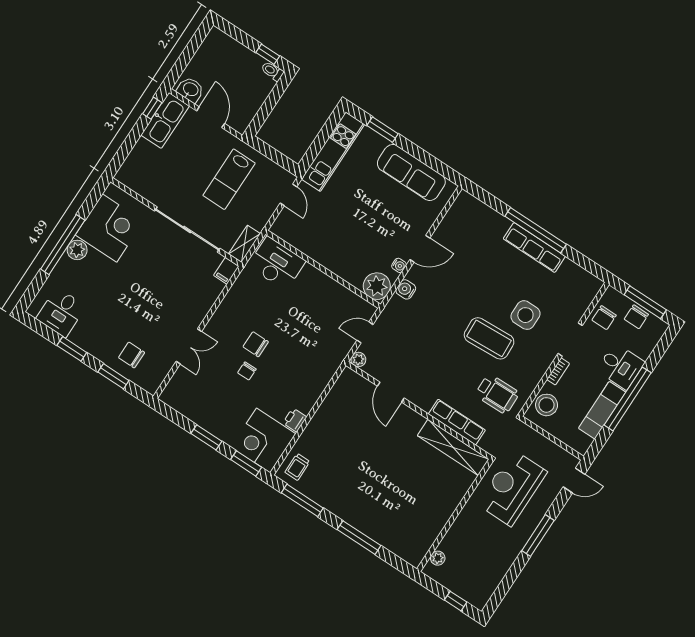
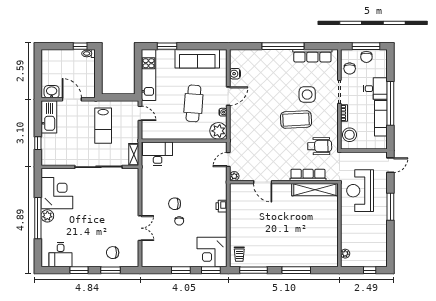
window: (152, 108) -> (38, 143), moved
cafe table: (368, 228) -> (193, 103), added
row of seats: (534, 248) -> (312, 56), moved
filing cabinet: (226, 271) -> (133, 175), removed
water cooler: (406, 289) -> (235, 74), moved
printer: (295, 420) -> (222, 206), moved

